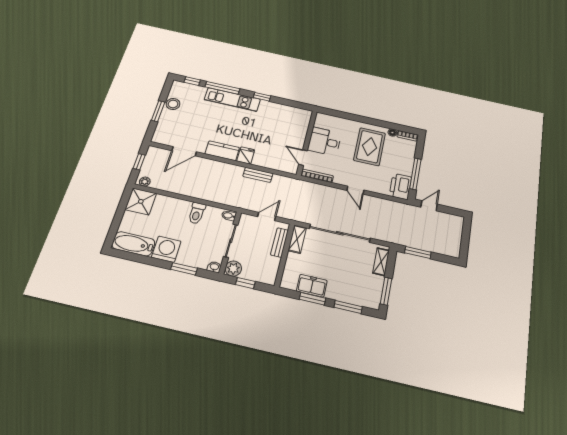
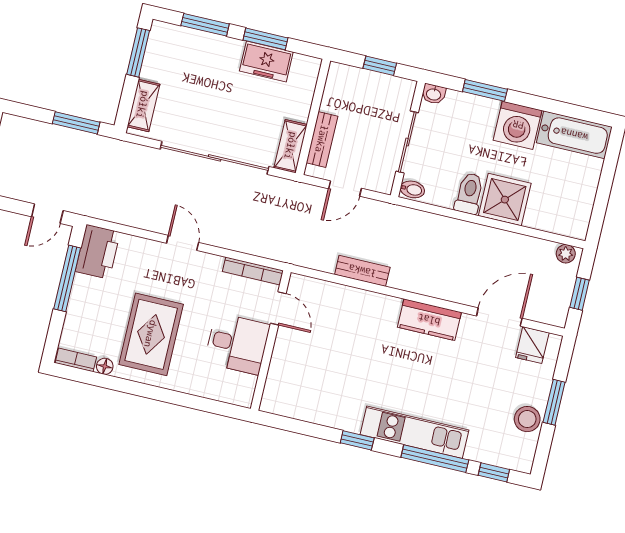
fridge: (246, 155) -> (532, 345), moved
shower: (141, 201) -> (505, 200), moved
plant: (233, 269) -> (401, 91), removed

